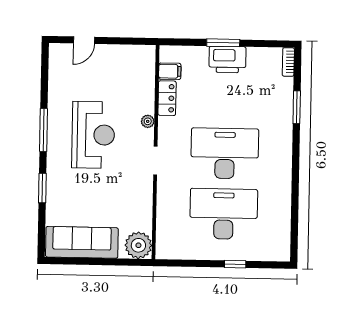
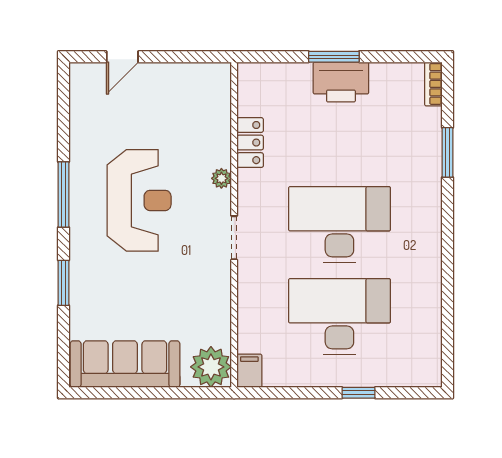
filing cabinet: (170, 71) -> (249, 371), moved, turned -90

